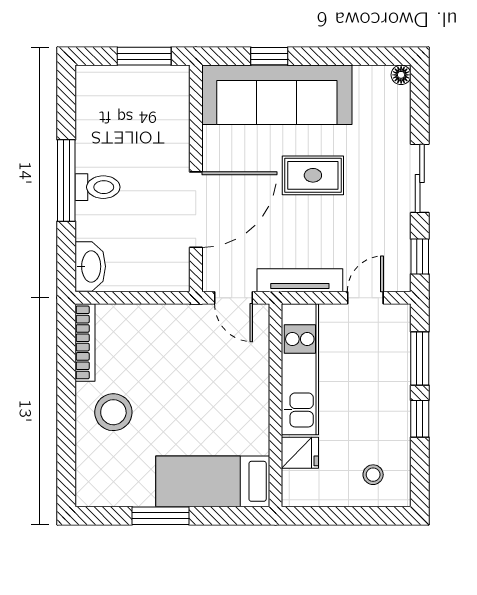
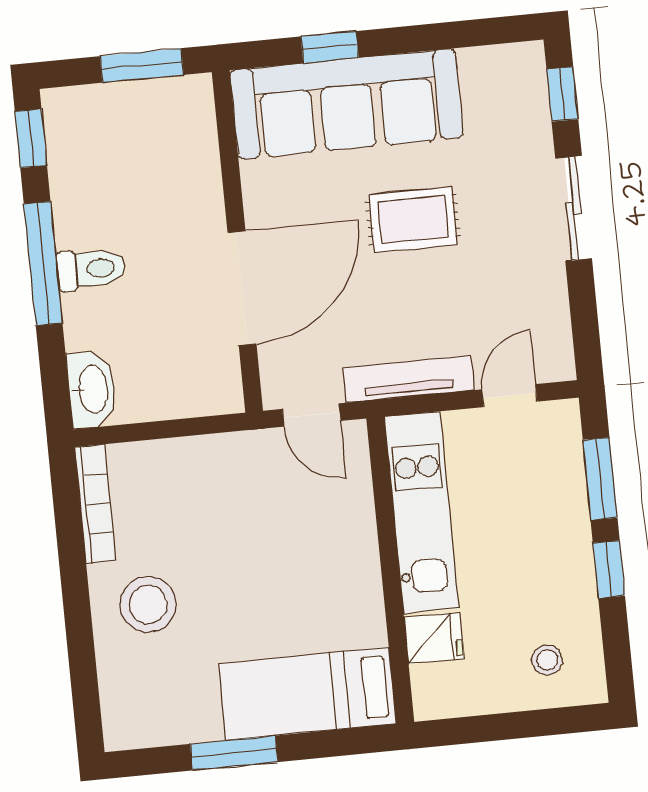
floor lamp: (401, 75) -> (530, 56), removed
window: (66, 97) -> (31, 138), added
window: (420, 257) -> (562, 94), moved

